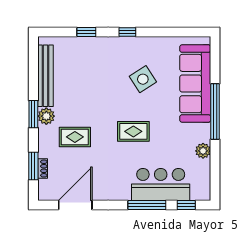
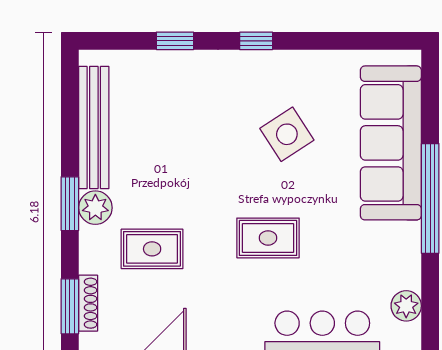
plant: (203, 151) -> (406, 306), moved
shoe rack: (43, 169) -> (88, 303), width x1.43

